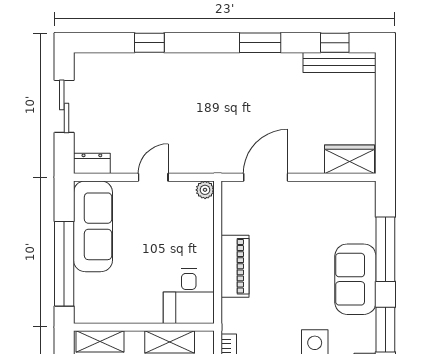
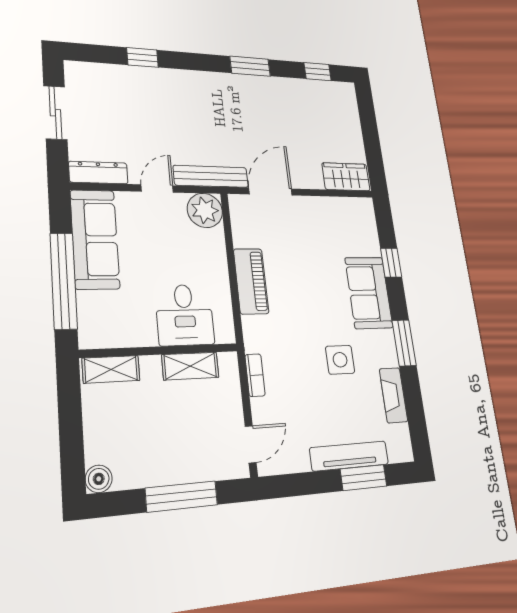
bench: (340, 62) -> (211, 176), moved
dresser: (92, 163) -> (98, 173), width x1.44
plant: (205, 190) -> (205, 210), width x1.88, depth x1.88
window: (385, 249) -> (391, 263), width x0.46
desk: (189, 296) -> (185, 315), moved

